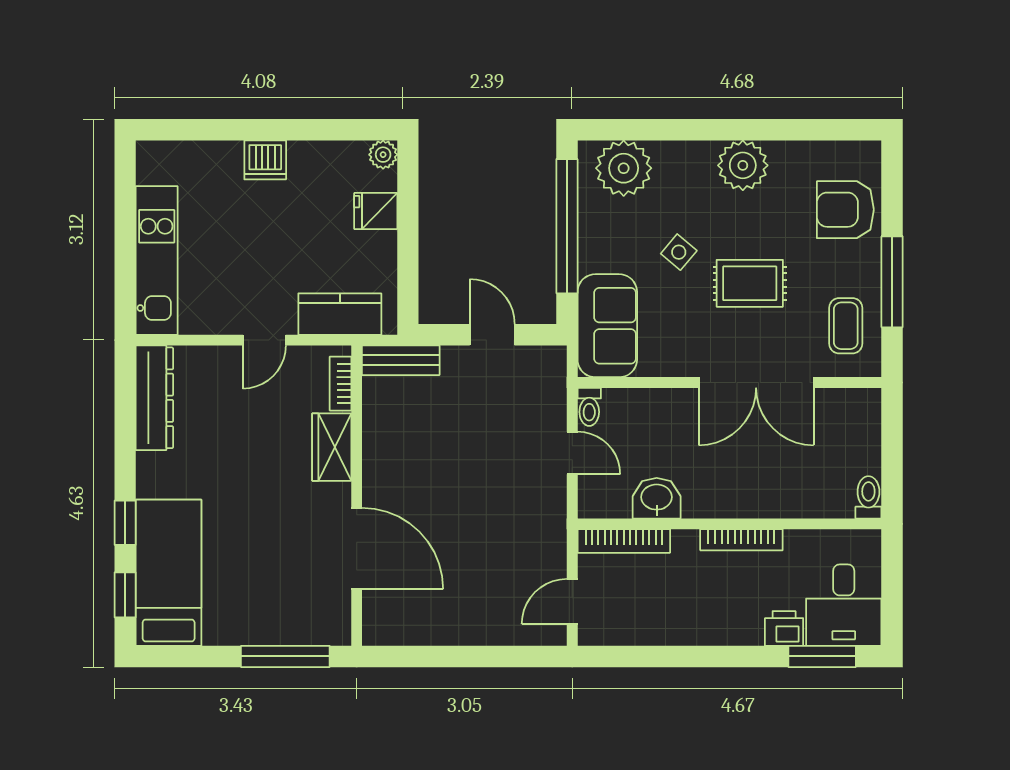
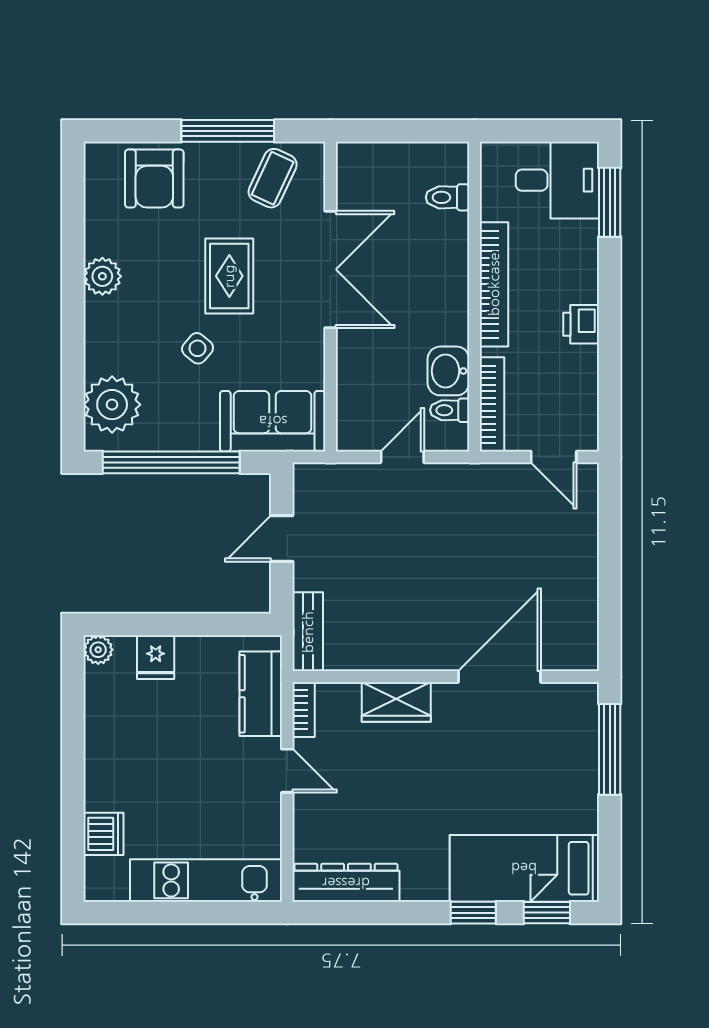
dishwasher: (265, 160) -> (104, 834), moved
plant: (743, 165) -> (102, 276), width x0.73, depth x0.73
coffee table: (846, 326) -> (273, 178), turned -65
bookcase: (341, 384) -> (304, 710), moved, turned -90
toilet: (589, 407) -> (450, 410), moved, turned 180
toilet: (868, 497) -> (447, 197), moved
bookcase: (741, 540) -> (494, 284), width x1.48, depth x1.31
printer: (784, 628) -> (581, 324), moved

